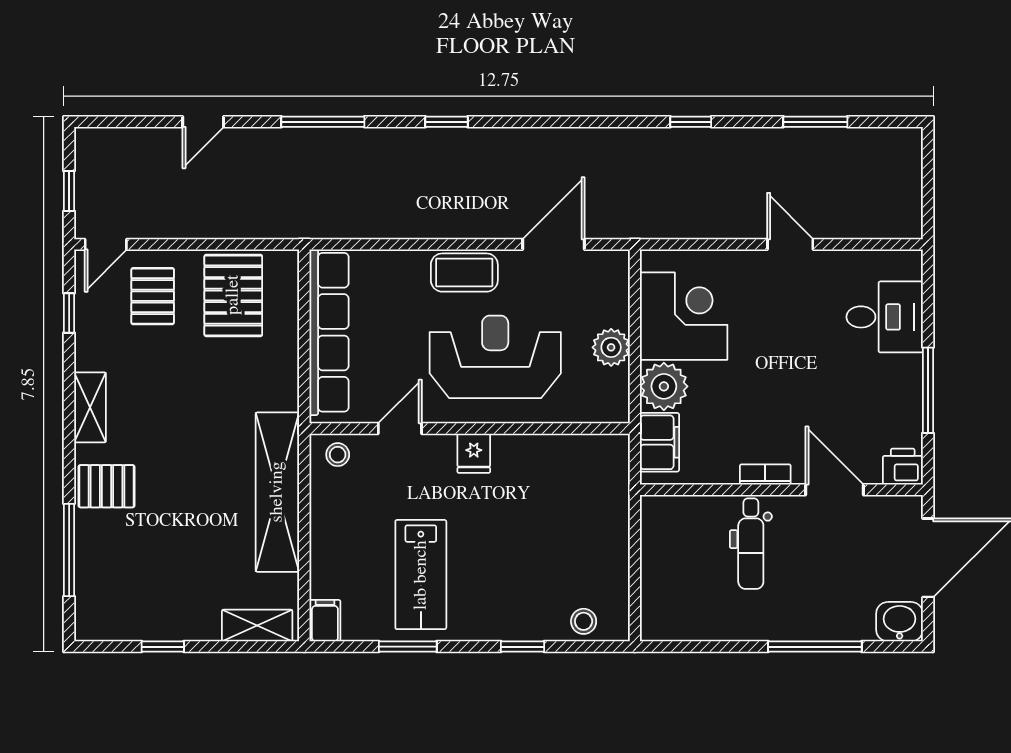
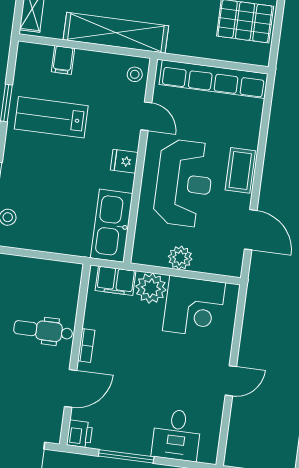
kitchen sink: (576, 460) -> (112, 226), added
filing cabinet: (325, 621) -> (63, 60), moved, turned 90

